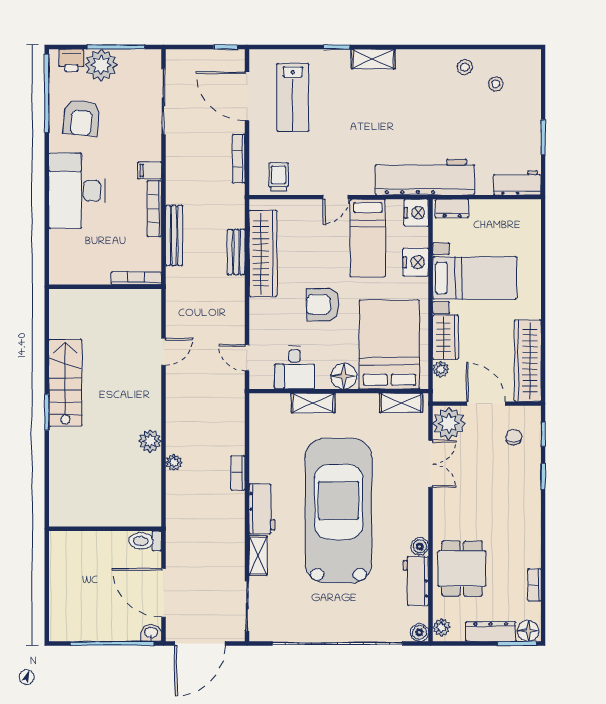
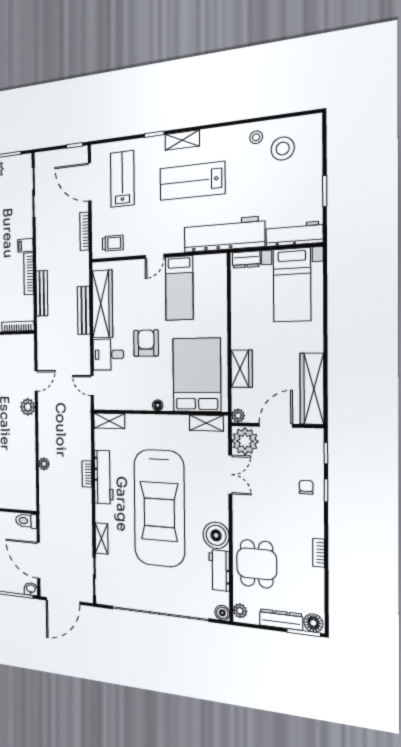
stool: (496, 84) -> (283, 149), width x1.89, depth x1.89
lab bench: (293, 97) -> (122, 179), turned 180
lab bench: (386, 110) -> (192, 181), added
trolley: (279, 177) -> (113, 243), turned 90
workbench: (517, 183) -> (294, 234), width x1.38
nightstand: (416, 213) -> (217, 265), removed
bench: (236, 252) -> (84, 310), width x1.36
nightstand: (416, 262) -> (217, 306), removed
bed with nightstands: (475, 278) -> (292, 285), moved, turned 90
armchair: (323, 305) -> (146, 343), turned 90
desk: (295, 368) -> (108, 354), moved, turned 90
plant: (441, 369) -> (238, 416), moved
floor lamp: (344, 376) -> (158, 405), width x0.53, depth x0.53
shelving: (313, 403) -> (109, 421), moved
door: (486, 404) -> (276, 425), hinge flipped
chair: (514, 437) -> (306, 487), moved
plant: (150, 441) -> (28, 407), moved
workbench: (262, 509) -> (104, 477), moved, width x1.38
car: (338, 511) -> (159, 508), turned 180
boiler: (420, 546) -> (216, 535), width x1.86, depth x1.86
bookcase: (535, 585) -> (319, 553), moved

